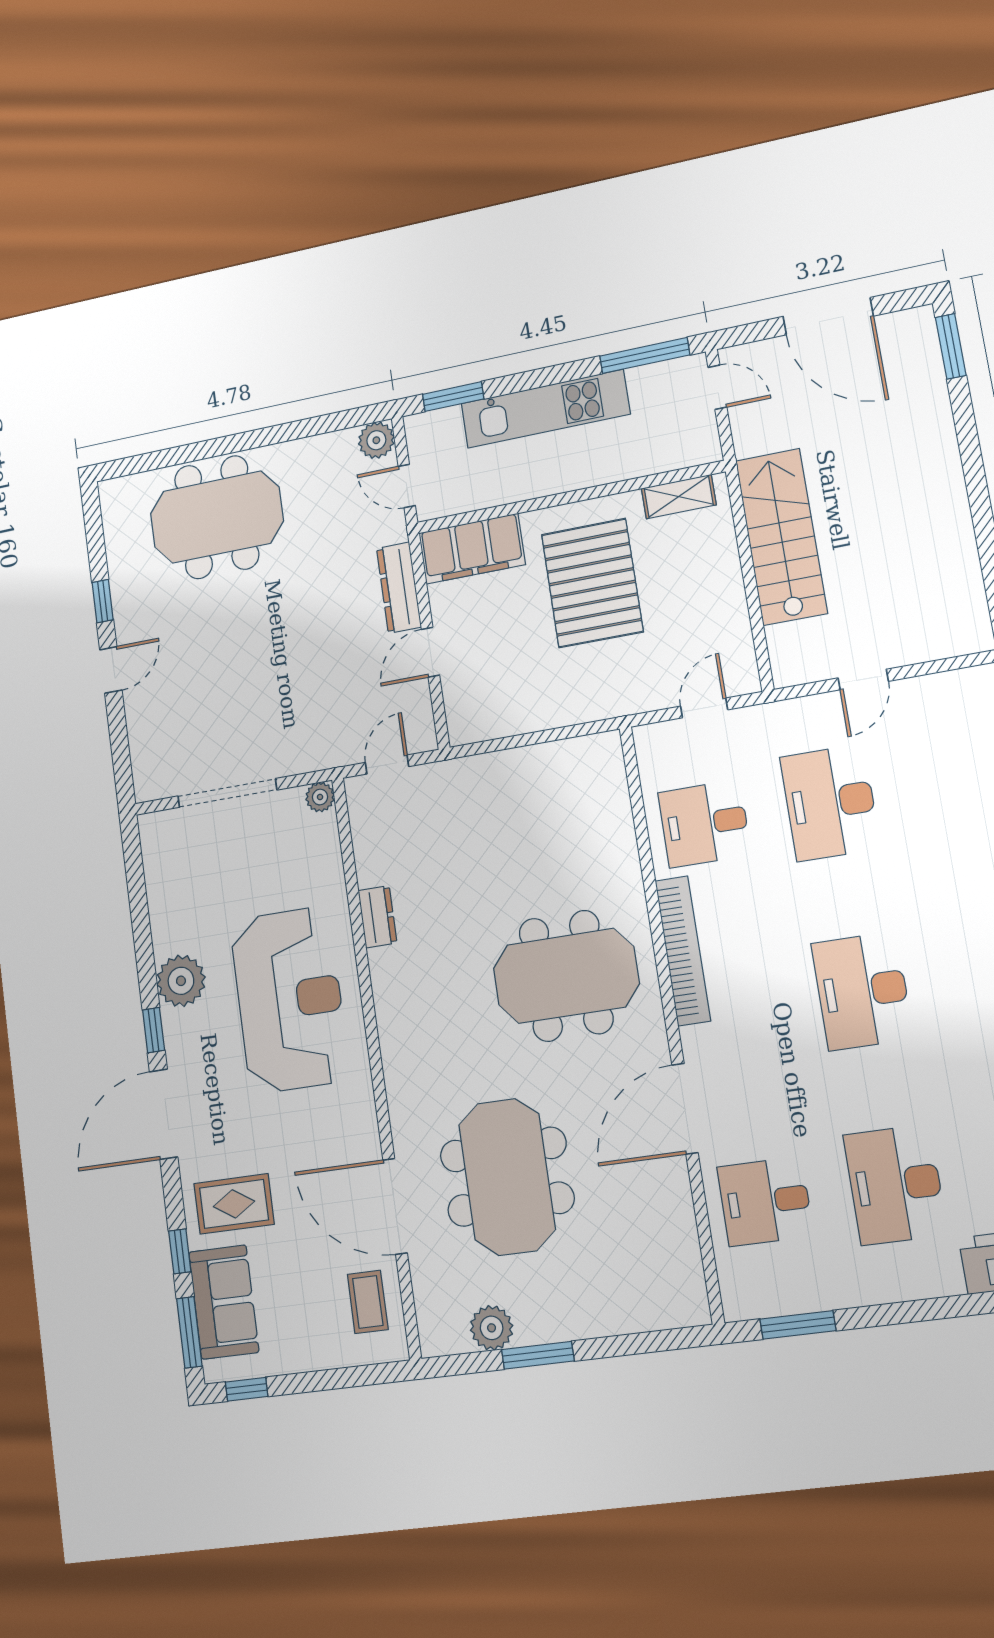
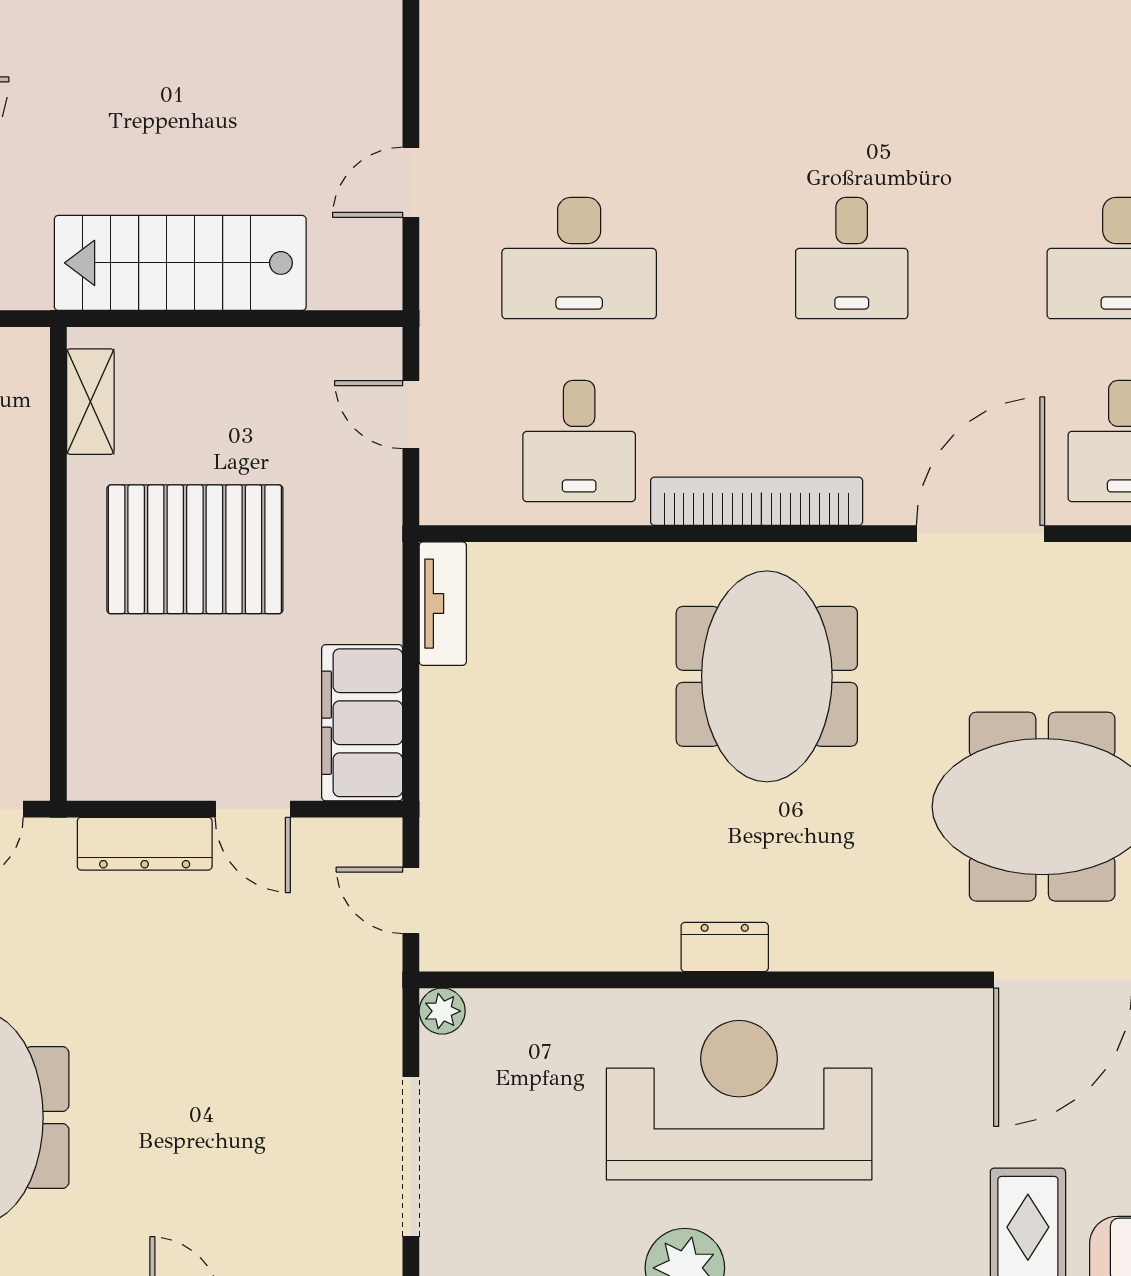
filing cabinet: (472, 549) -> (362, 723), moved, turned 180
door: (863, 680) -> (411, 182), swing flipped
tv unit: (582, 751) -> (443, 604), added
dresser: (377, 917) -> (725, 947), moved
desk: (862, 991) -> (852, 258), width x0.73
door: (685, 1109) -> (981, 534), swing flipped

